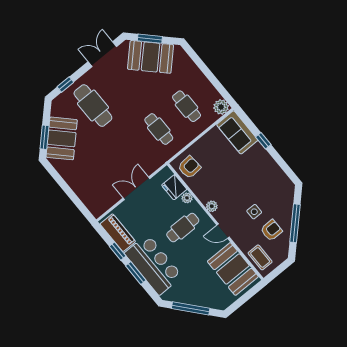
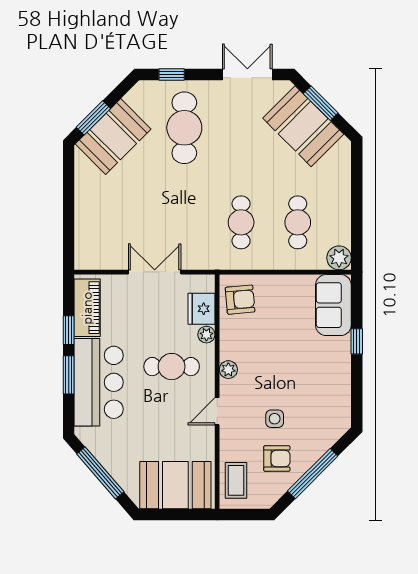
door: (223, 231) -> (217, 411), hinge flipped
booth: (233, 269) -> (175, 485), moved, turned 90

